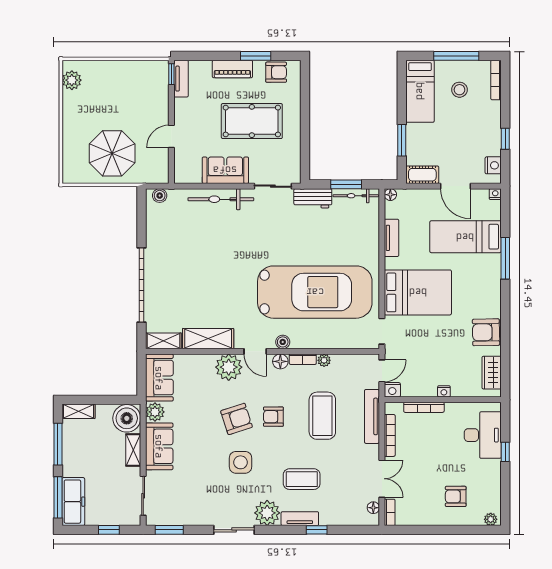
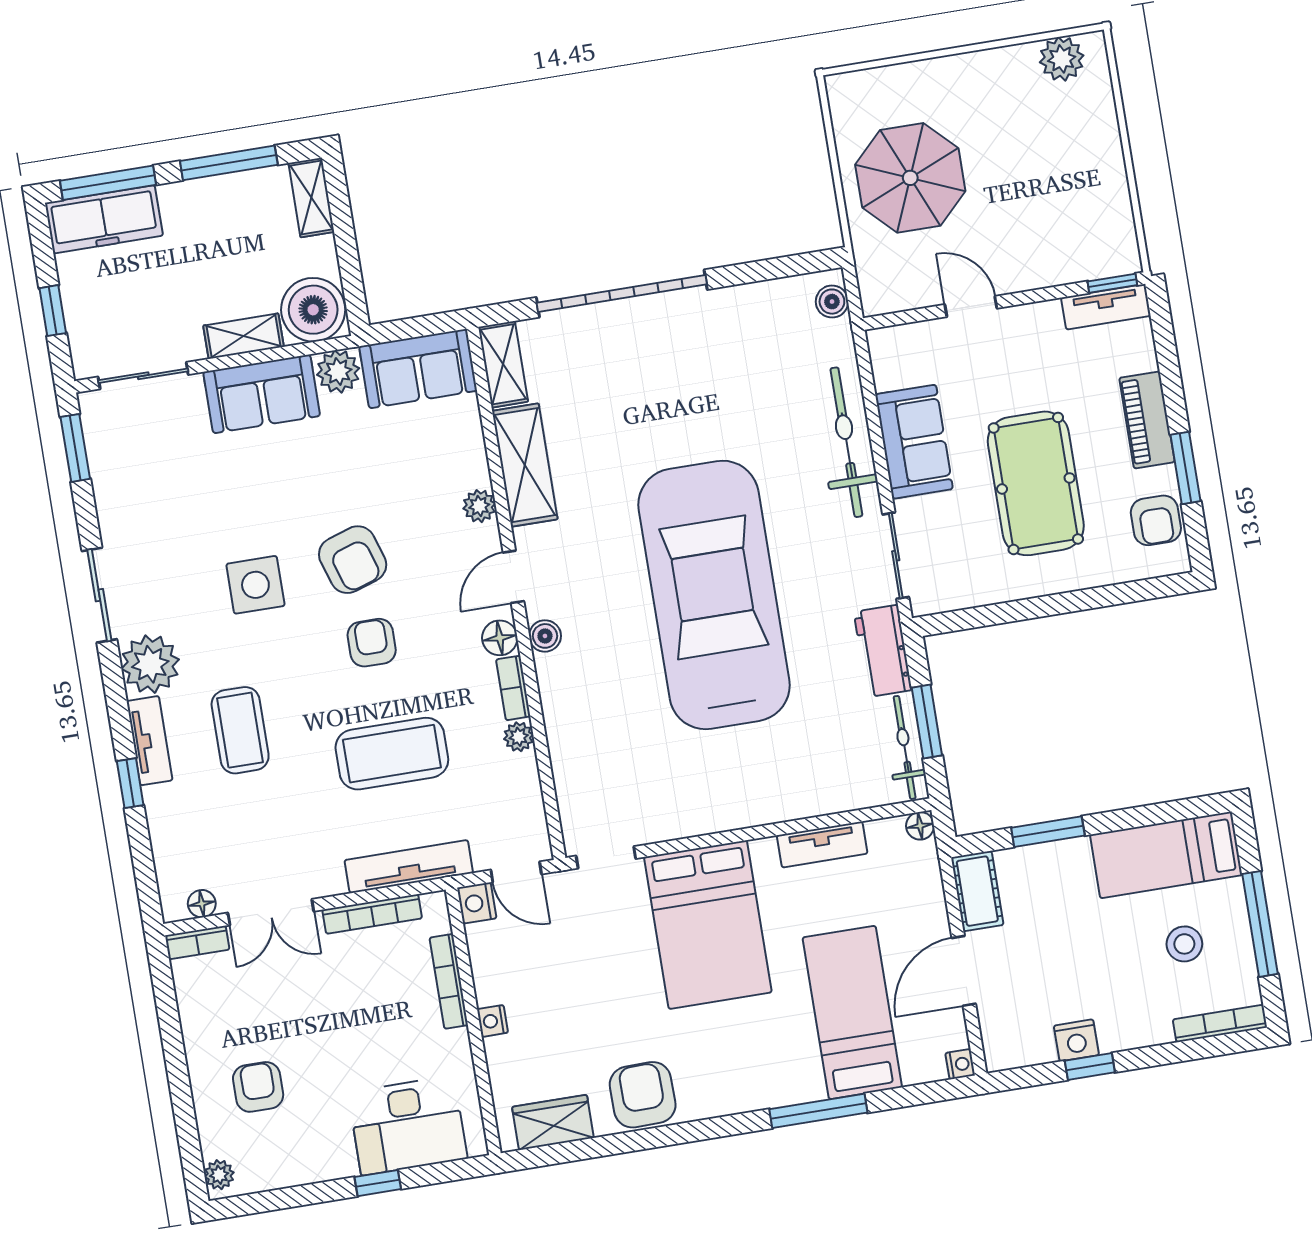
nightstand: (493, 165) -> (1076, 1040), moved
car: (315, 292) -> (714, 595), moved, turned 180
plant: (229, 367) -> (479, 506), width x0.53, depth x0.53

